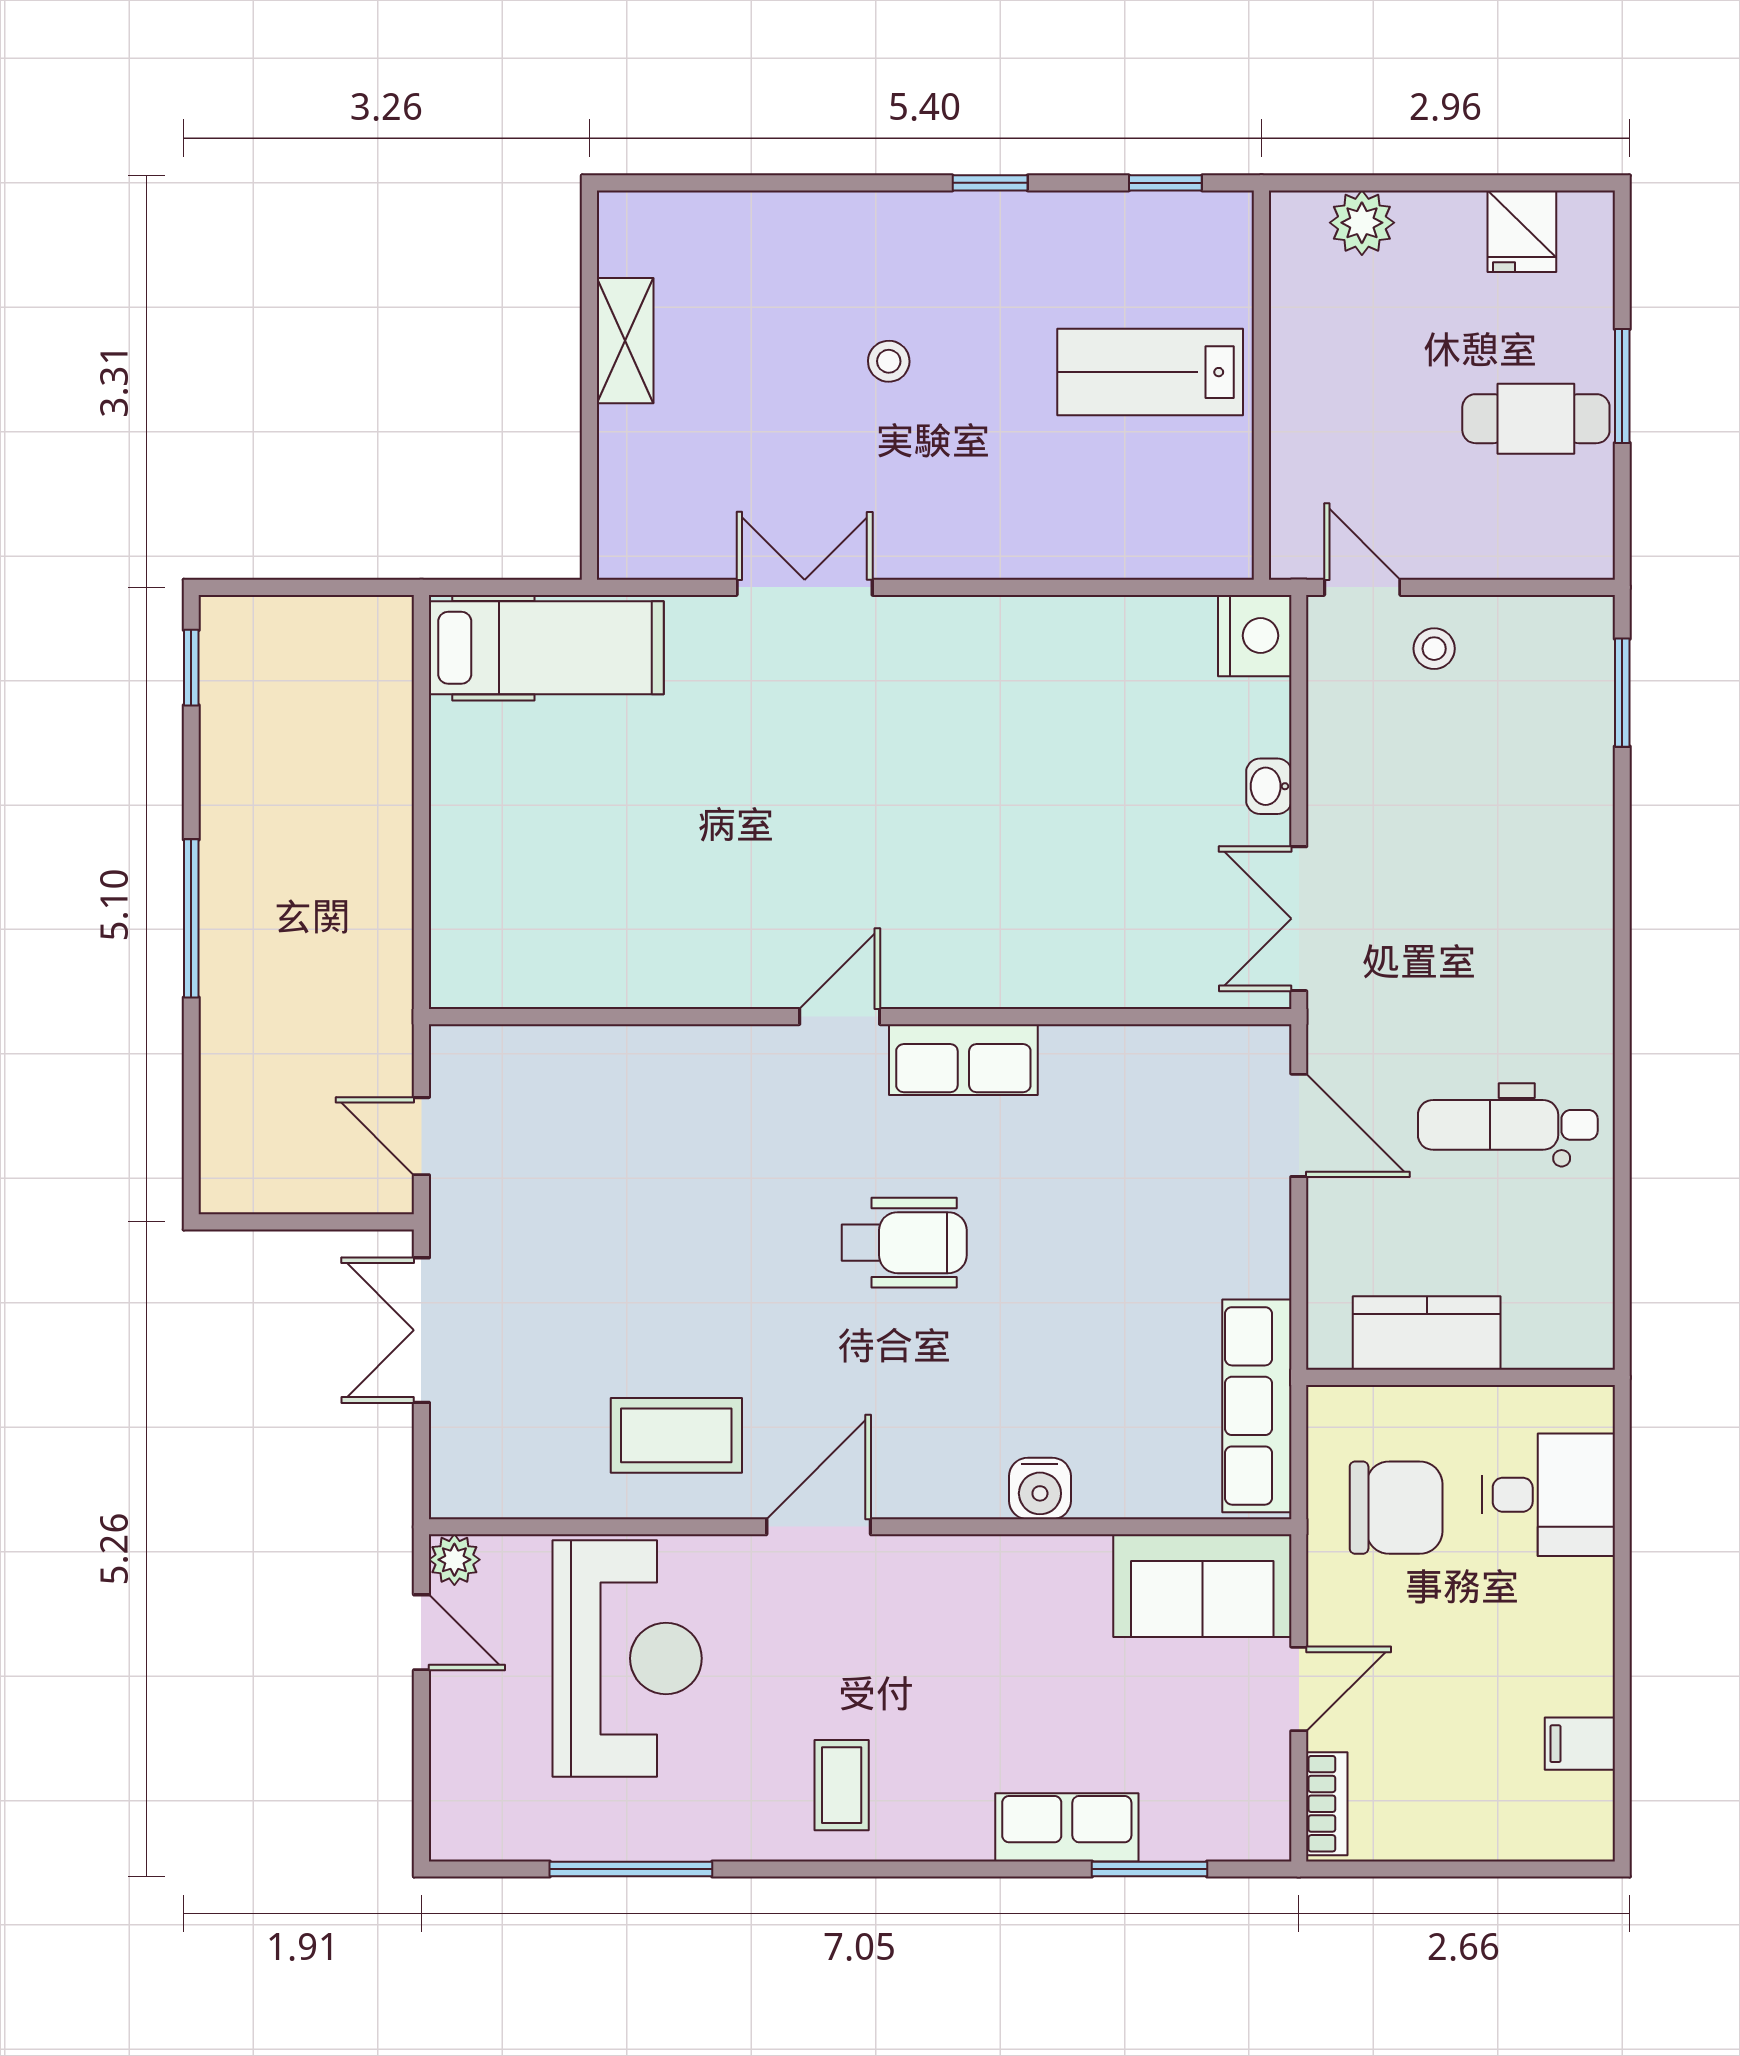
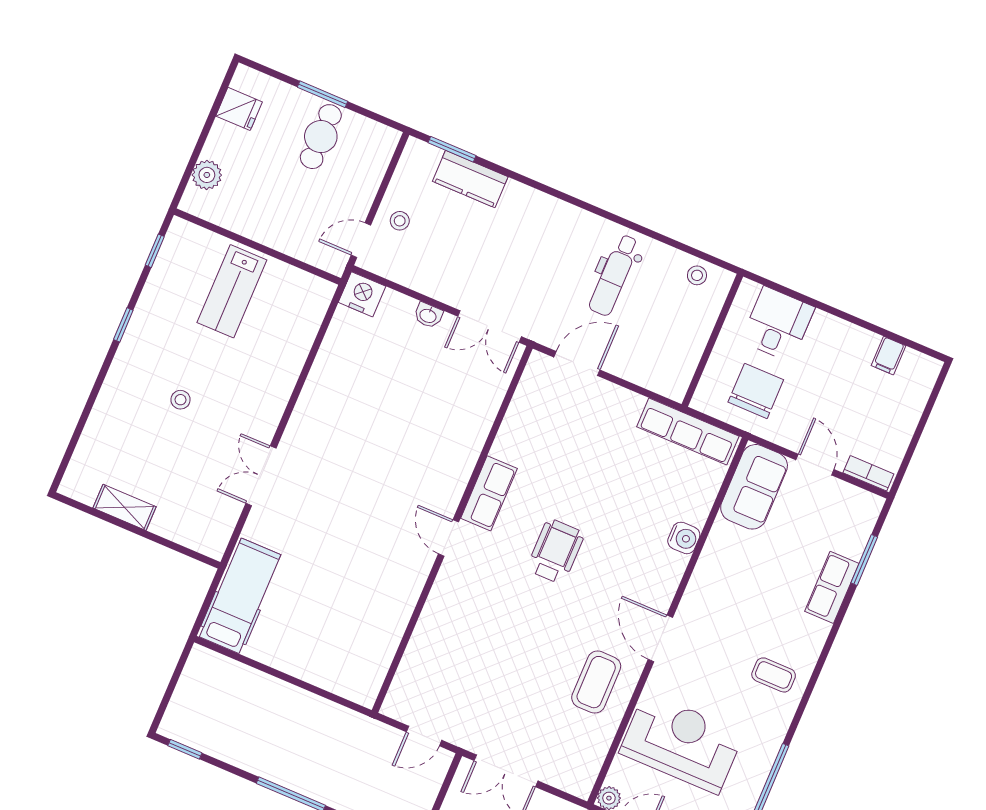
stool: (1578, 1291) -> (697, 275), added
kitchen counter: (1427, 1333) -> (470, 179), moved, turned -90

